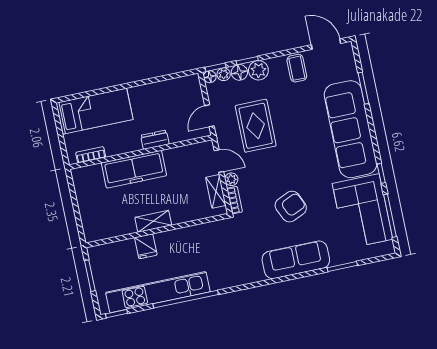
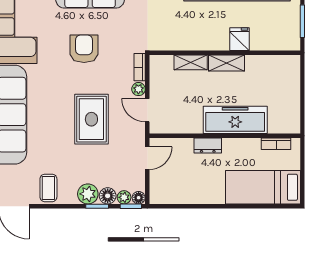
rug: (256, 126) -> (91, 119), moved
shelving: (216, 191) -> (191, 62), moved, turned 90
armchair: (291, 207) -> (84, 49), turned 114

